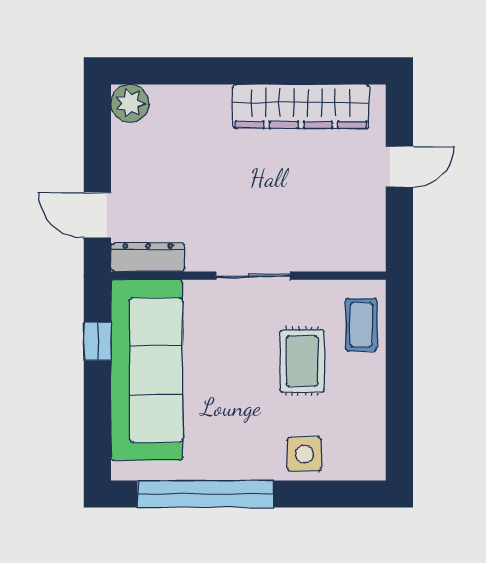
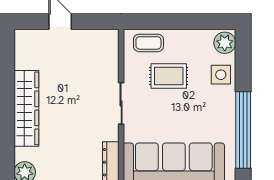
wardrobe: (301, 106) -> (26, 108), moved
plant: (362, 461) -> (225, 43), added

